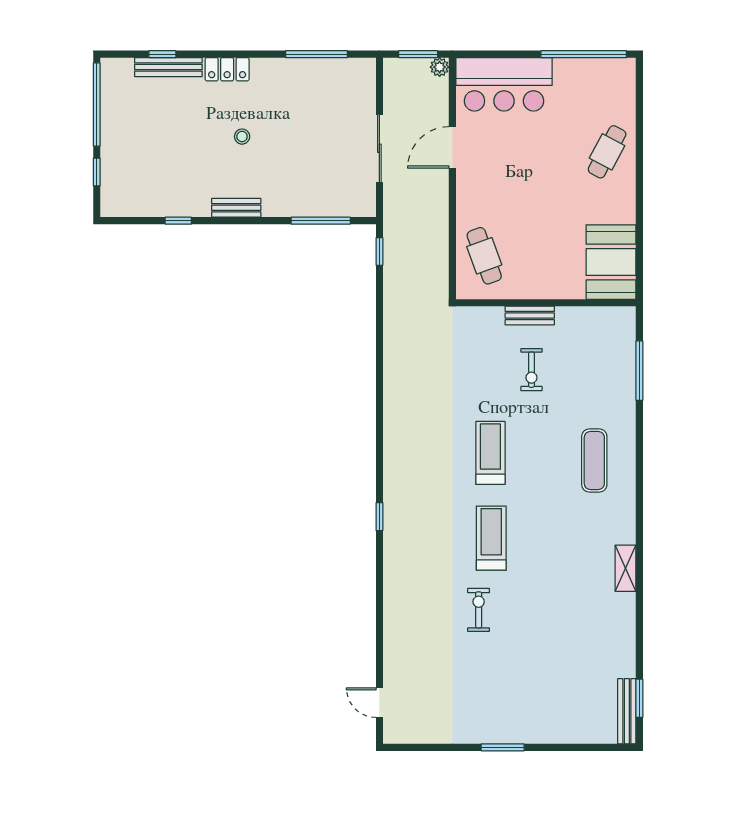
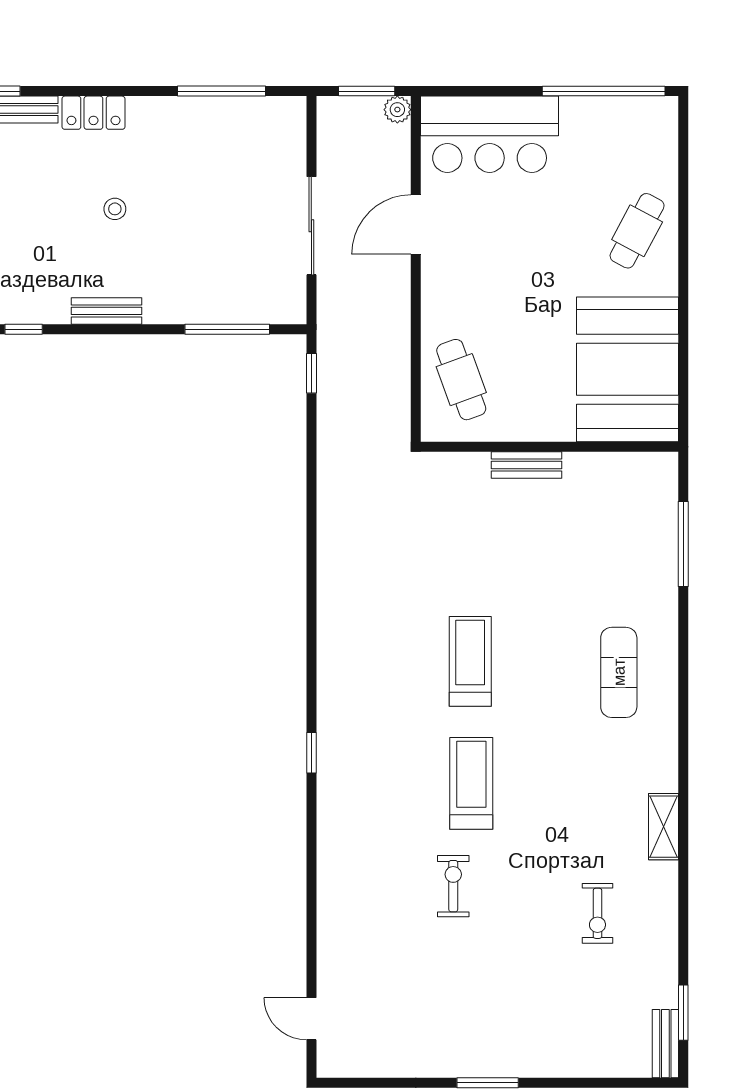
booth: (611, 262) -> (628, 369), width x1.36, depth x1.42
exercise bike: (531, 370) -> (597, 913), moved
bench: (627, 711) -> (665, 1044), width x0.73

